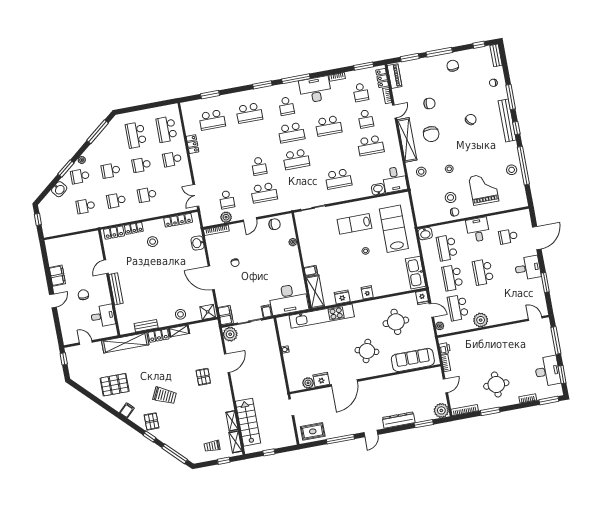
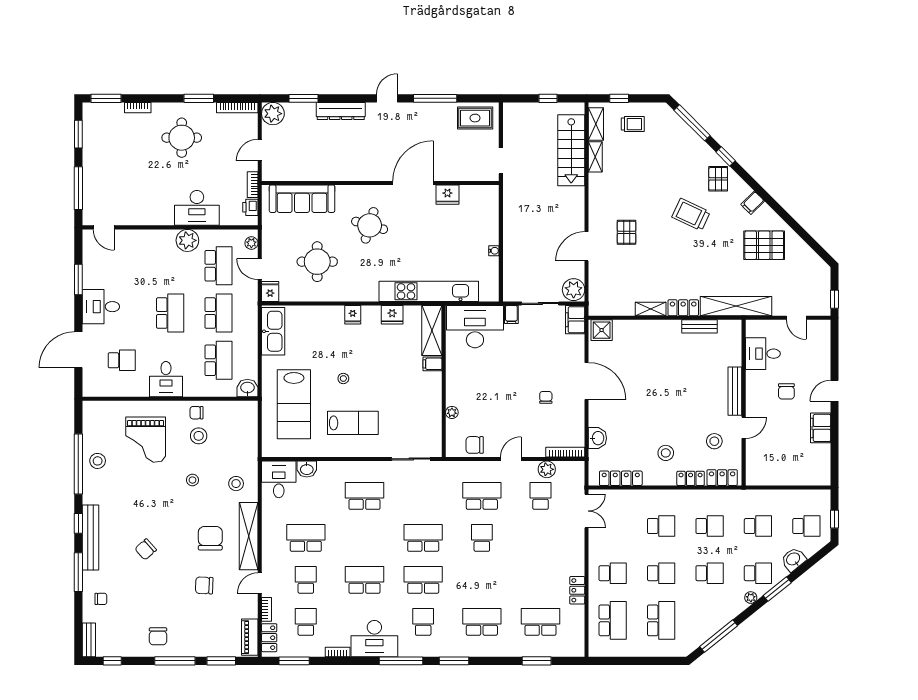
school desk: (55, 212) -> (806, 526), added
stool: (180, 314) -> (714, 441), moved
desk: (547, 371) -> (197, 208), moved, turned -90
plant: (308, 383) -> (469, 193), removed

